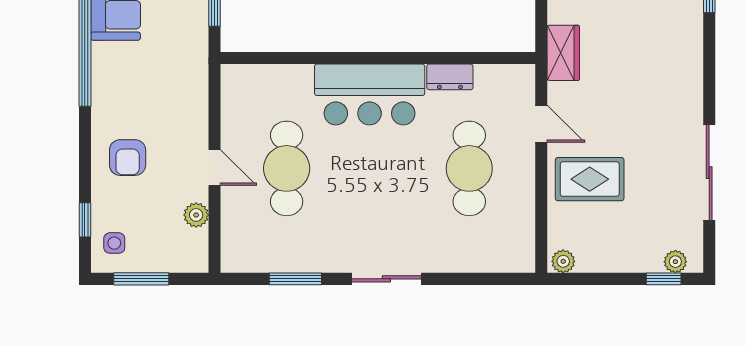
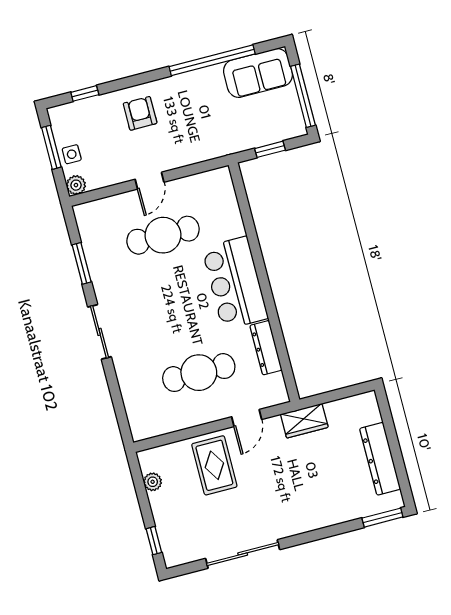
dresser: (450, 77) -> (266, 348), width x1.44
armchair: (128, 158) -> (140, 113), turned 90
plant: (196, 215) -> (76, 185), moved
side table: (114, 243) -> (72, 154), moved
plant: (563, 261) -> (153, 482), moved
plant: (675, 262) -> (169, 546), removed

